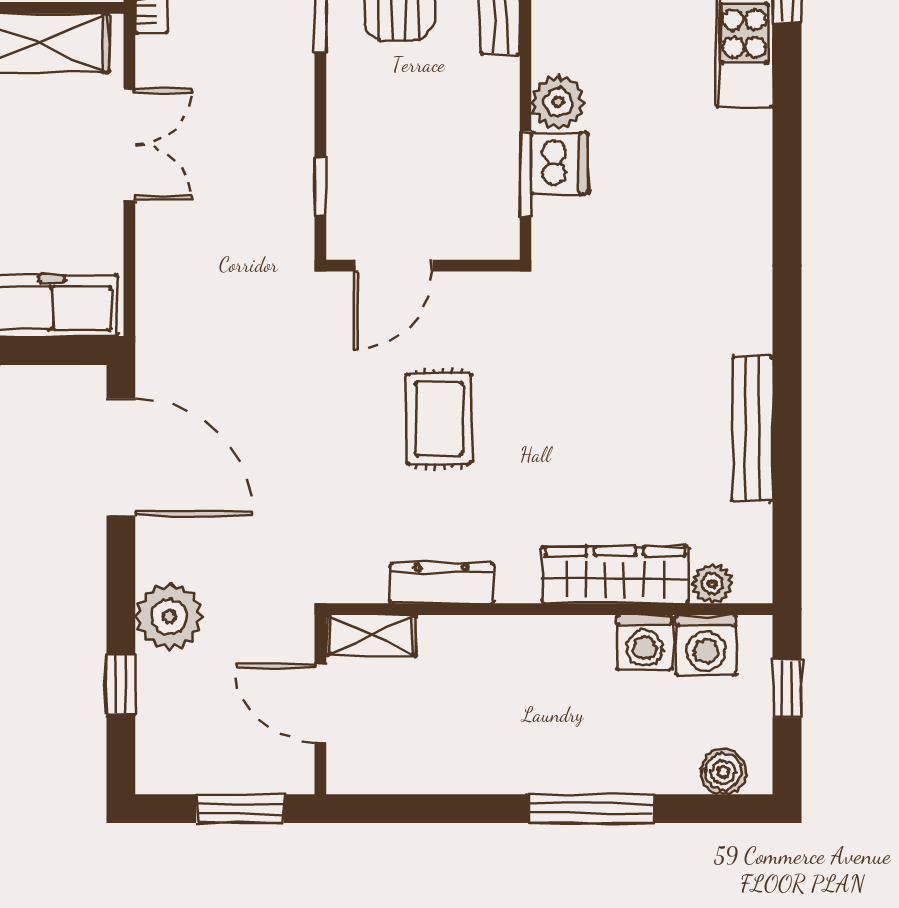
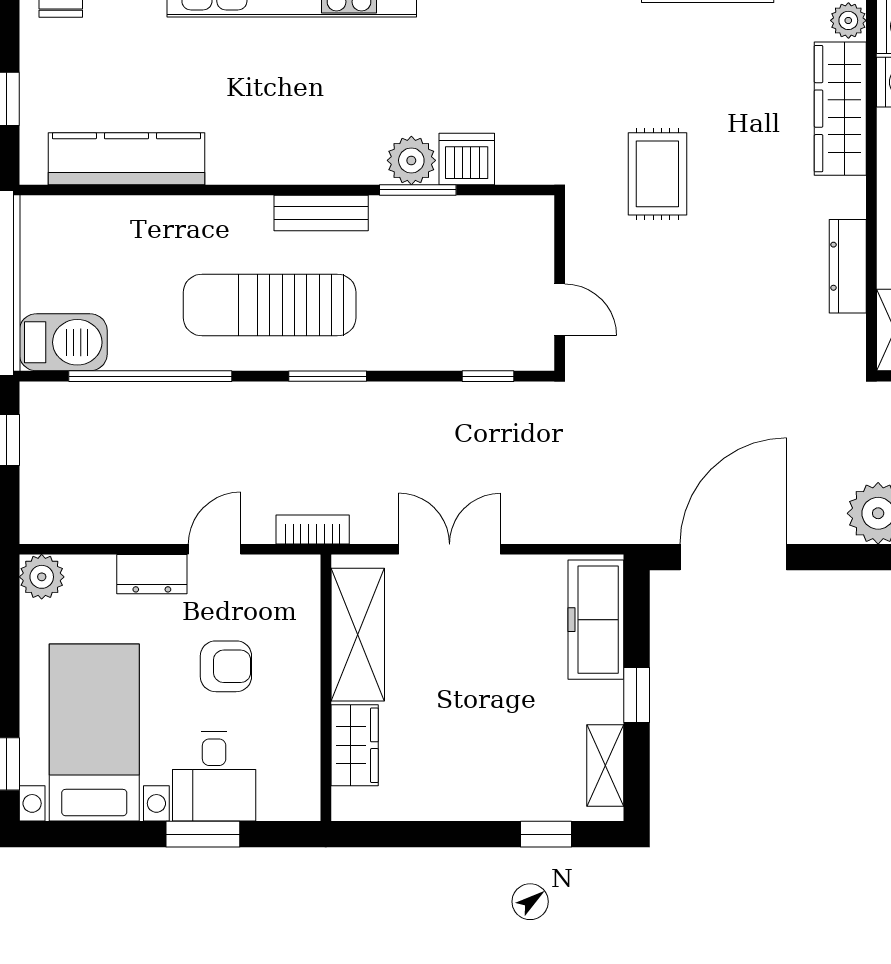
window: (525, 174) -> (418, 190), moved
door: (393, 266) -> (560, 310), width x0.73
rug: (439, 419) -> (657, 174), moved, turned 90

